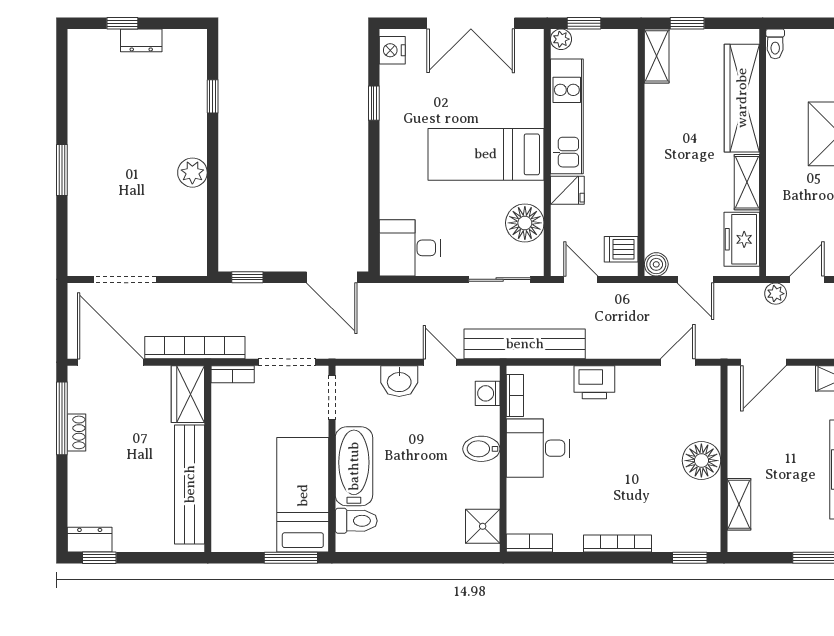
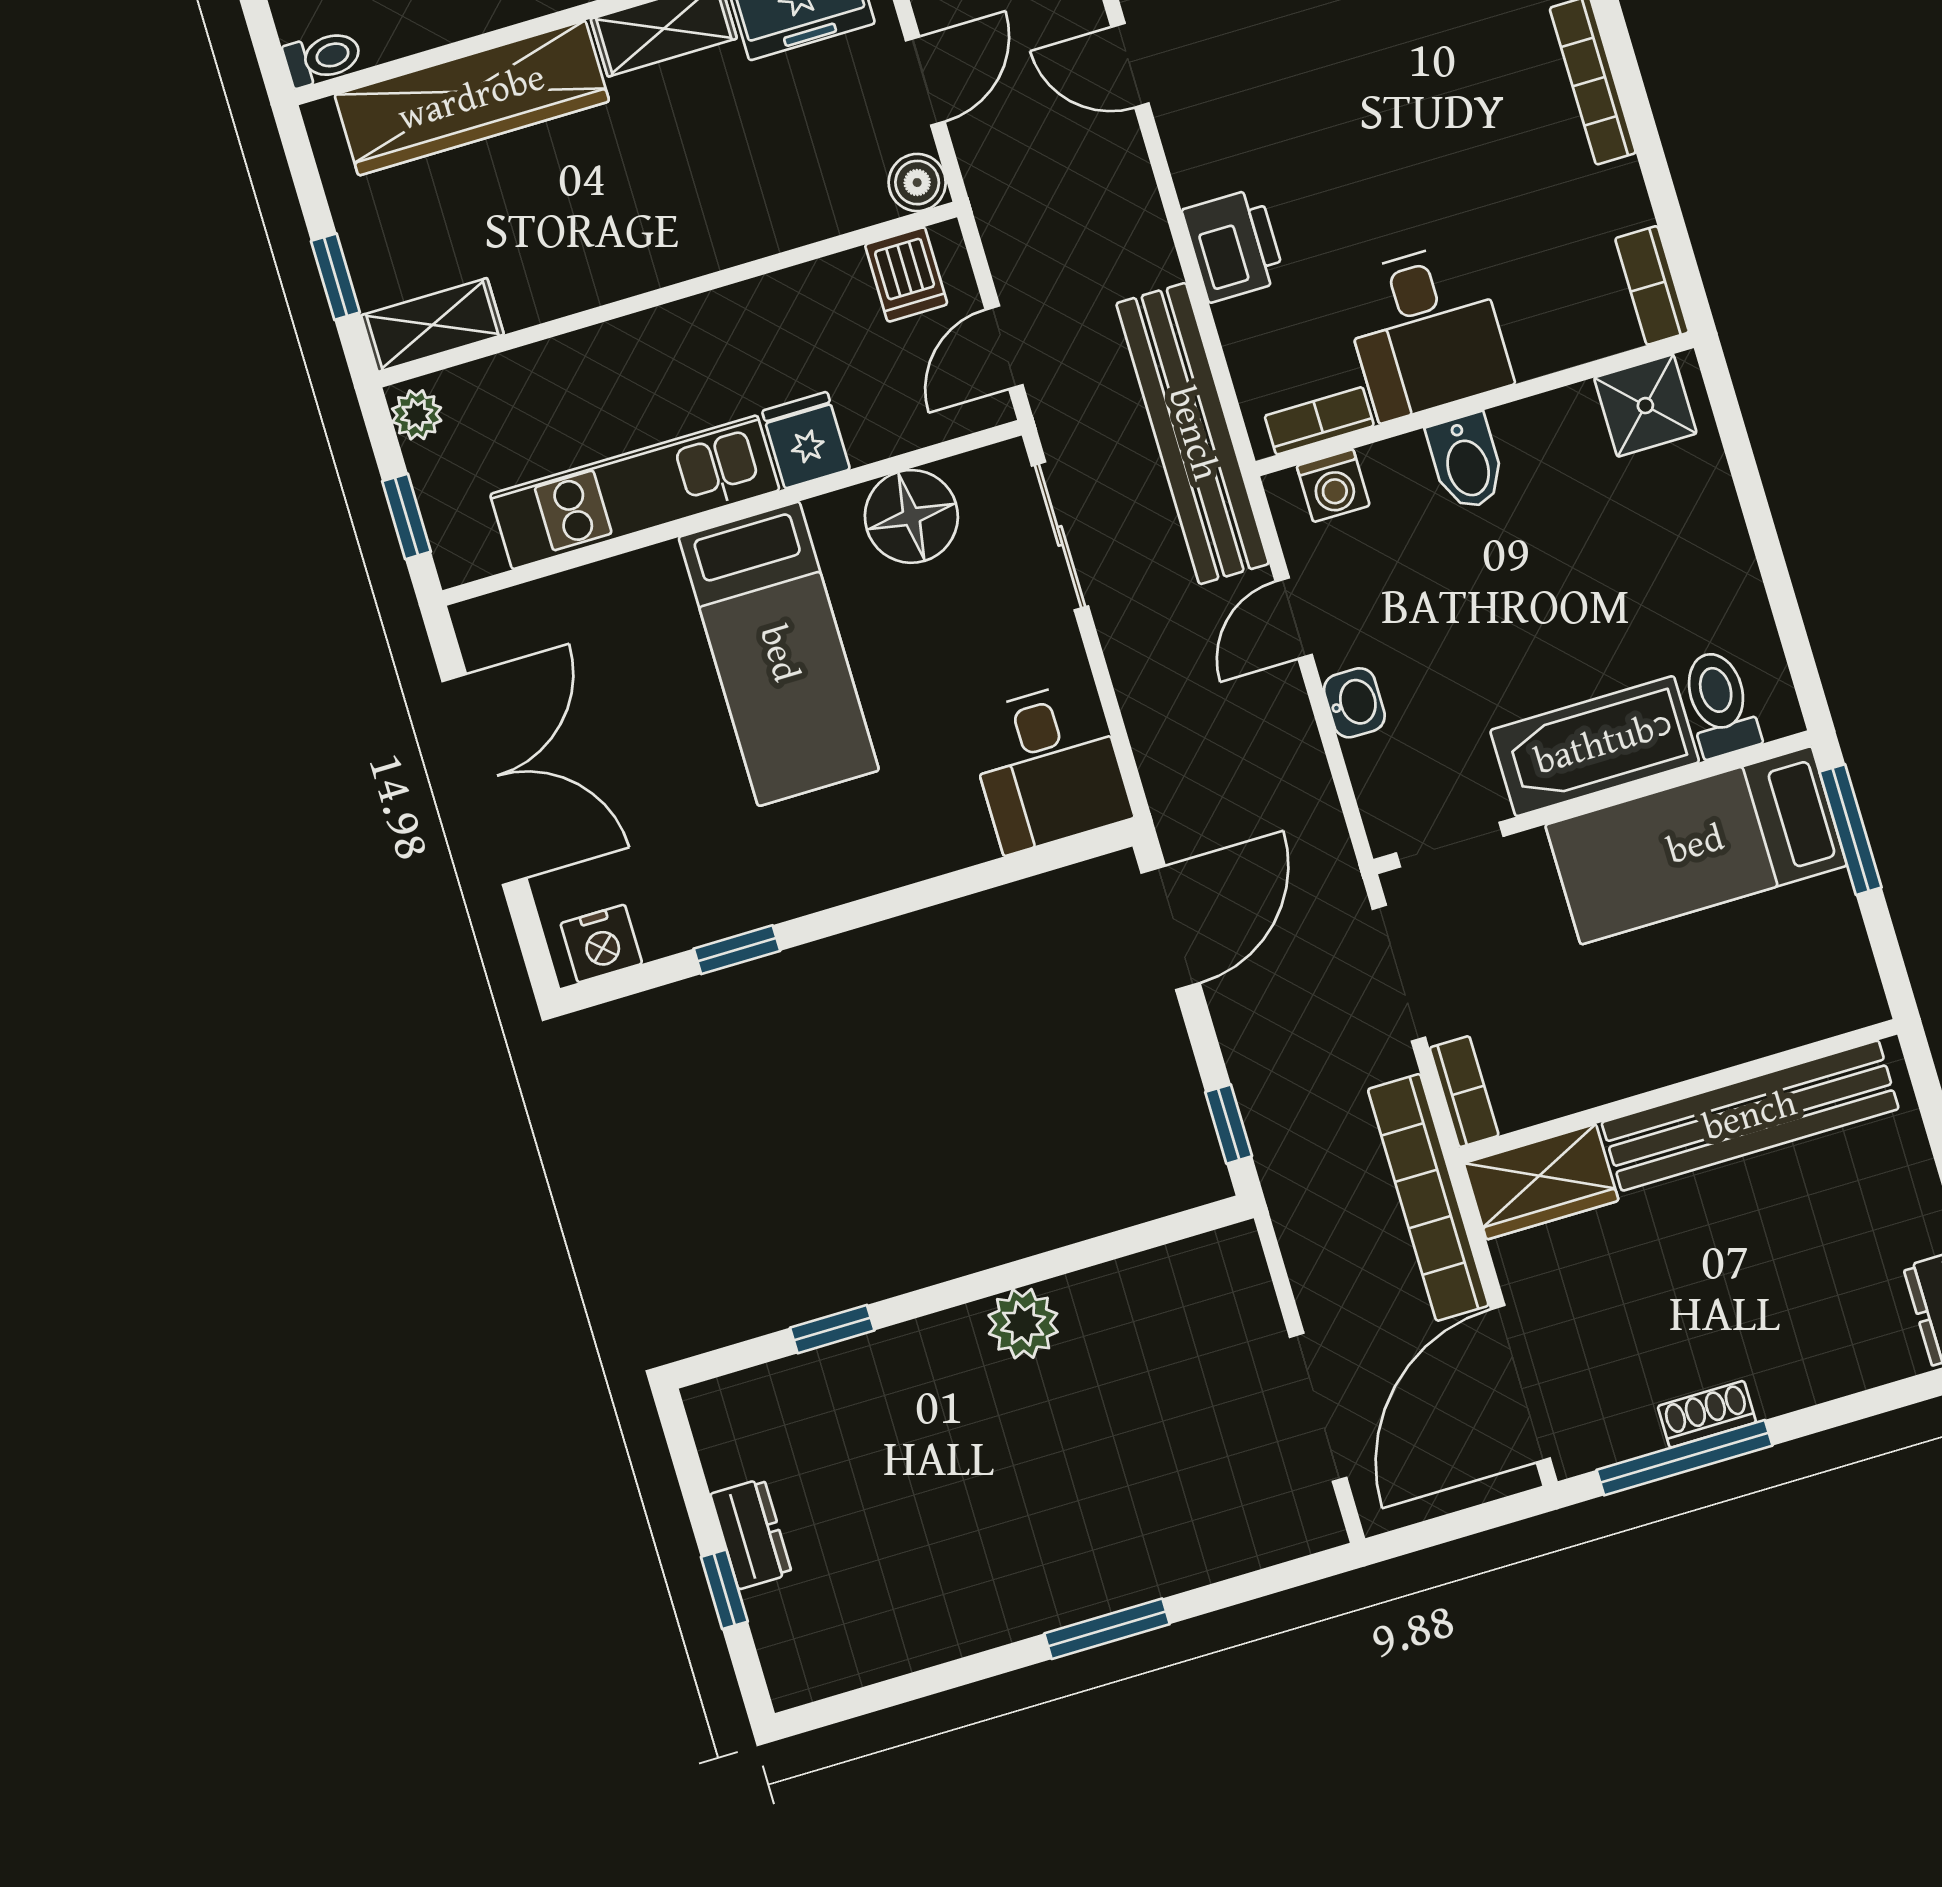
plant: (561, 39) -> (417, 415), moved
washbasin: (399, 381) -> (1354, 703), width x0.72, depth x0.69

